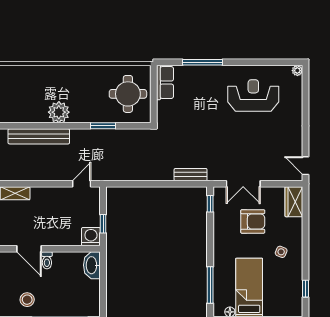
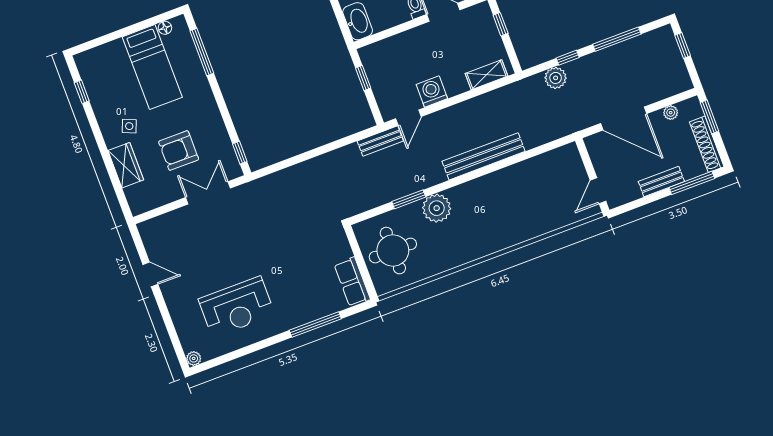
plant: (59, 112) -> (437, 208), moved
door: (306, 166) -> (150, 274), moved
bench: (191, 175) -> (380, 141), moved
wardrobe: (294, 202) -> (126, 165), moved
washing machine: (91, 237) -> (432, 92), moved, turned 180

